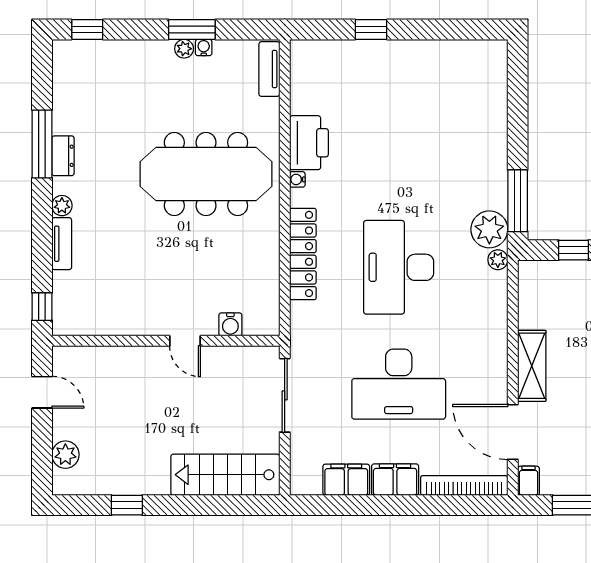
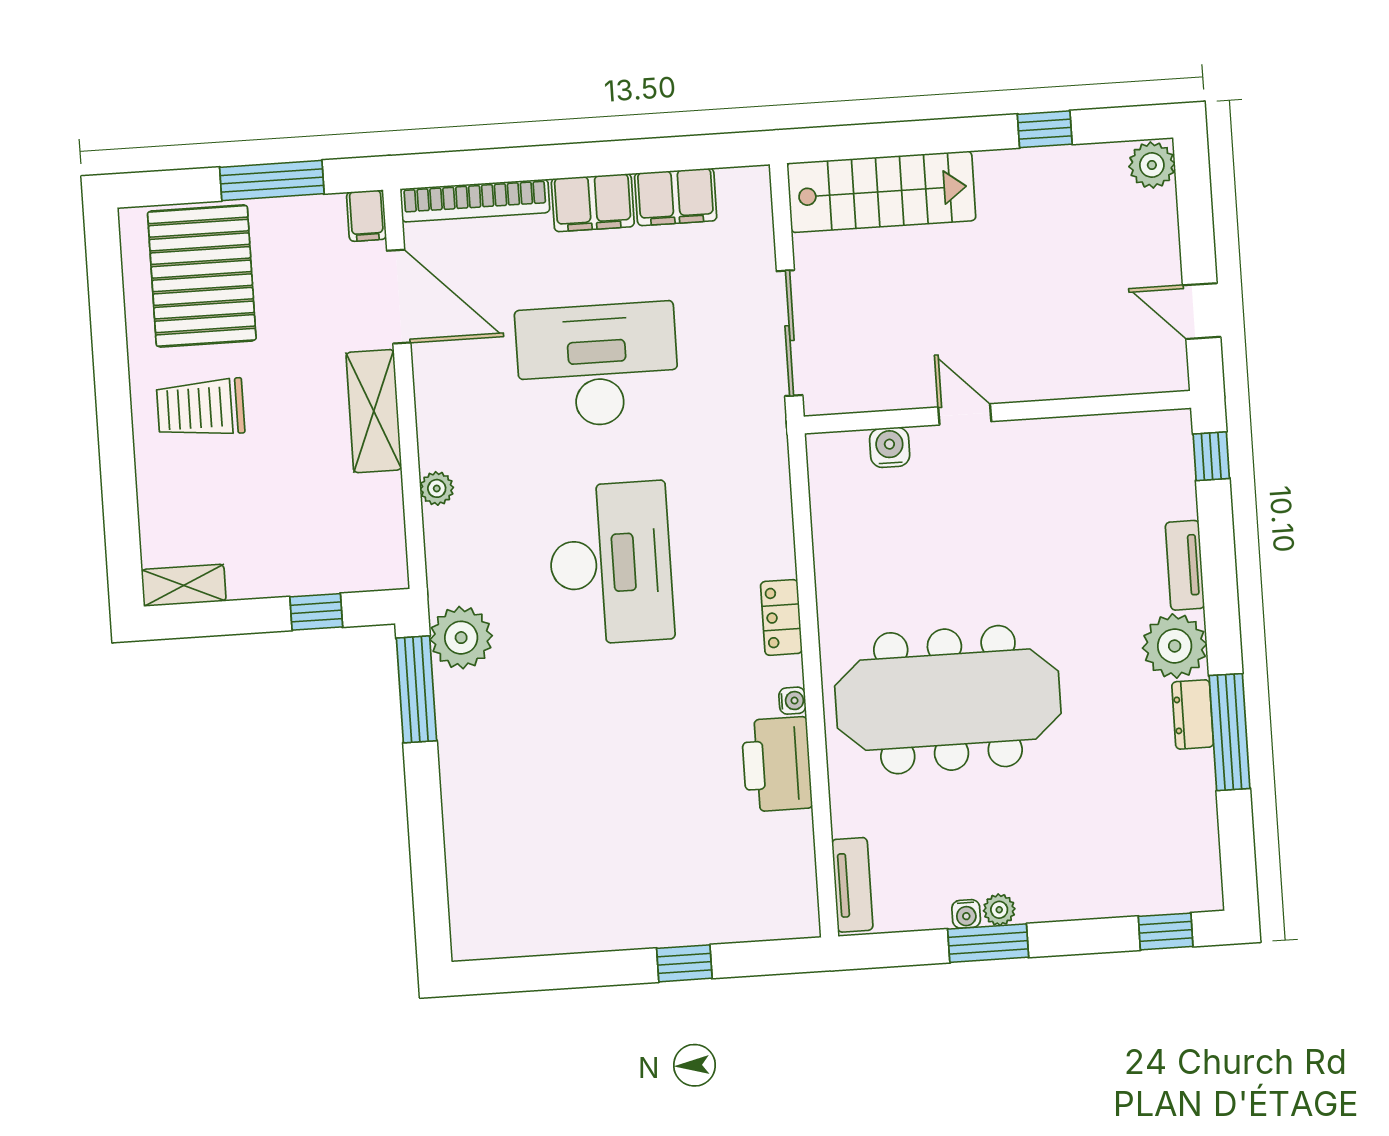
plant: (62, 206) -> (1175, 646), width x1.87, depth x1.87
locker: (303, 254) -> (781, 617), width x0.46, depth x0.83
plant: (498, 260) -> (437, 488), moved
plant: (65, 455) -> (1152, 165), moved

